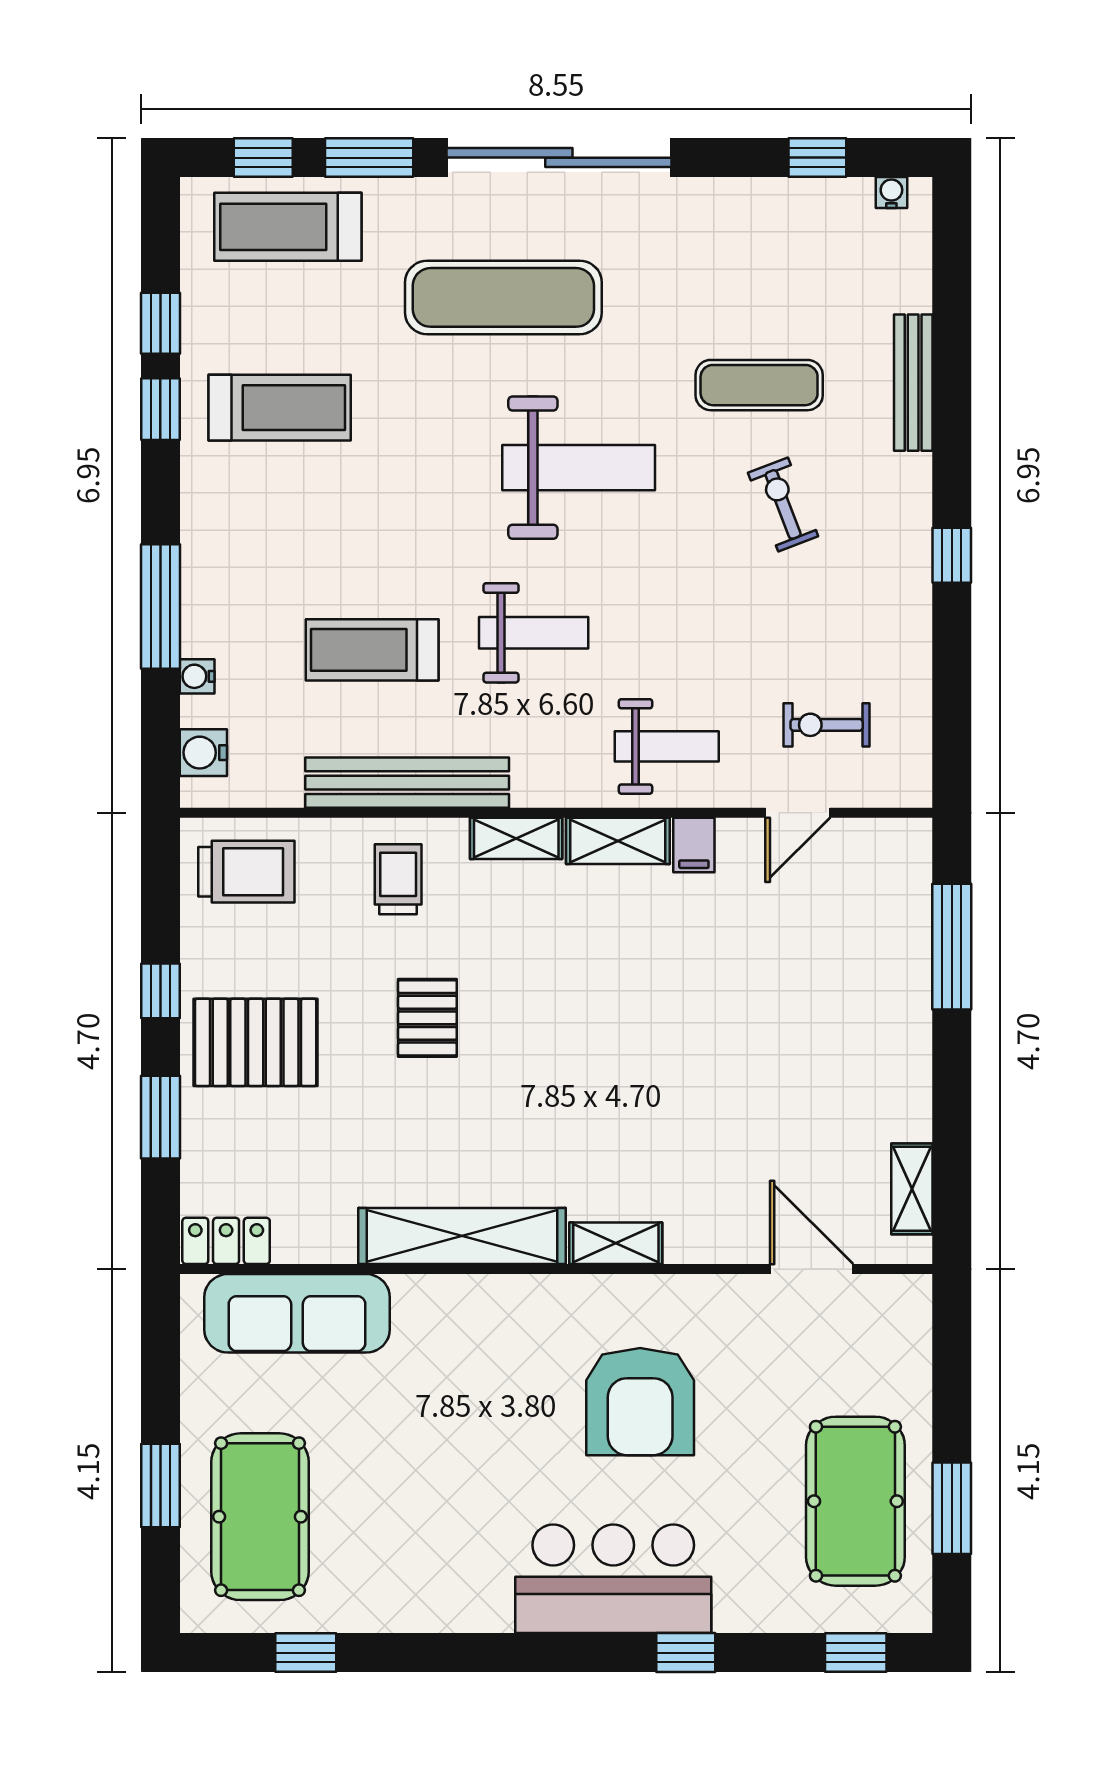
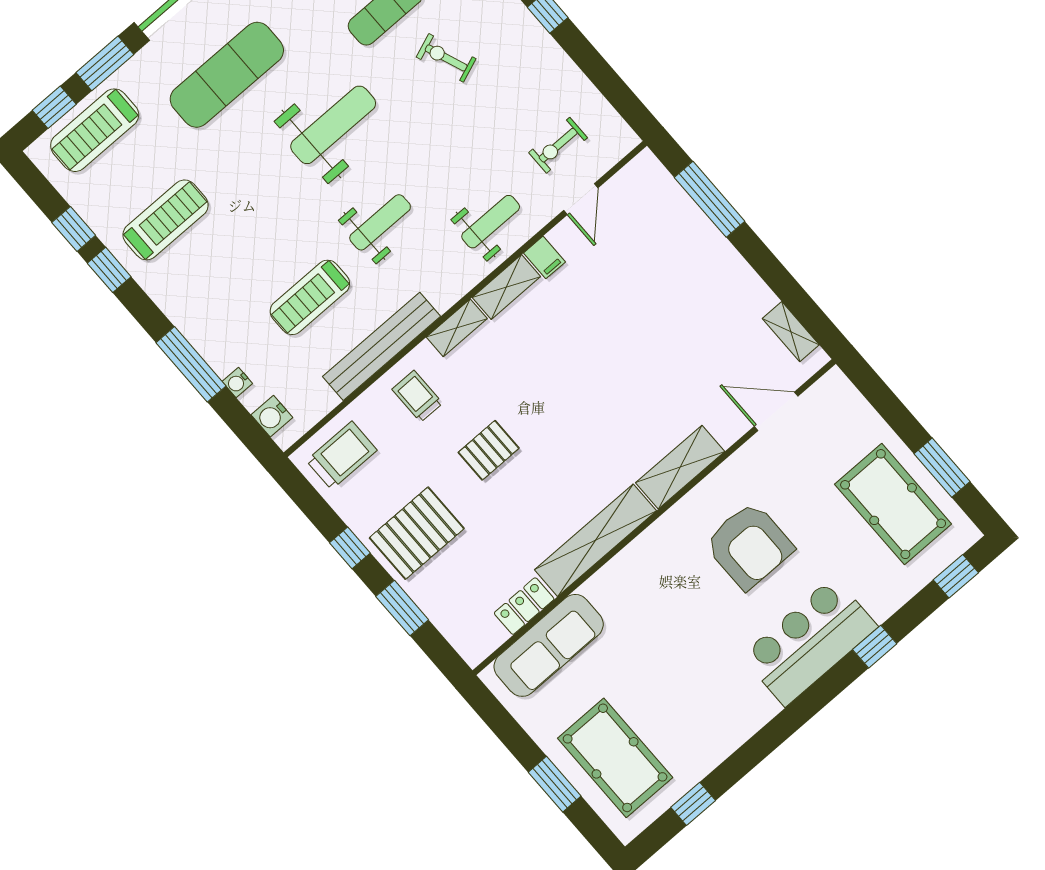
pallet: (427, 1018) -> (489, 450), turned 90
locker: (226, 1241) -> (524, 606), moved
shelving: (616, 1243) -> (680, 467), width x1.50, depth x1.33

